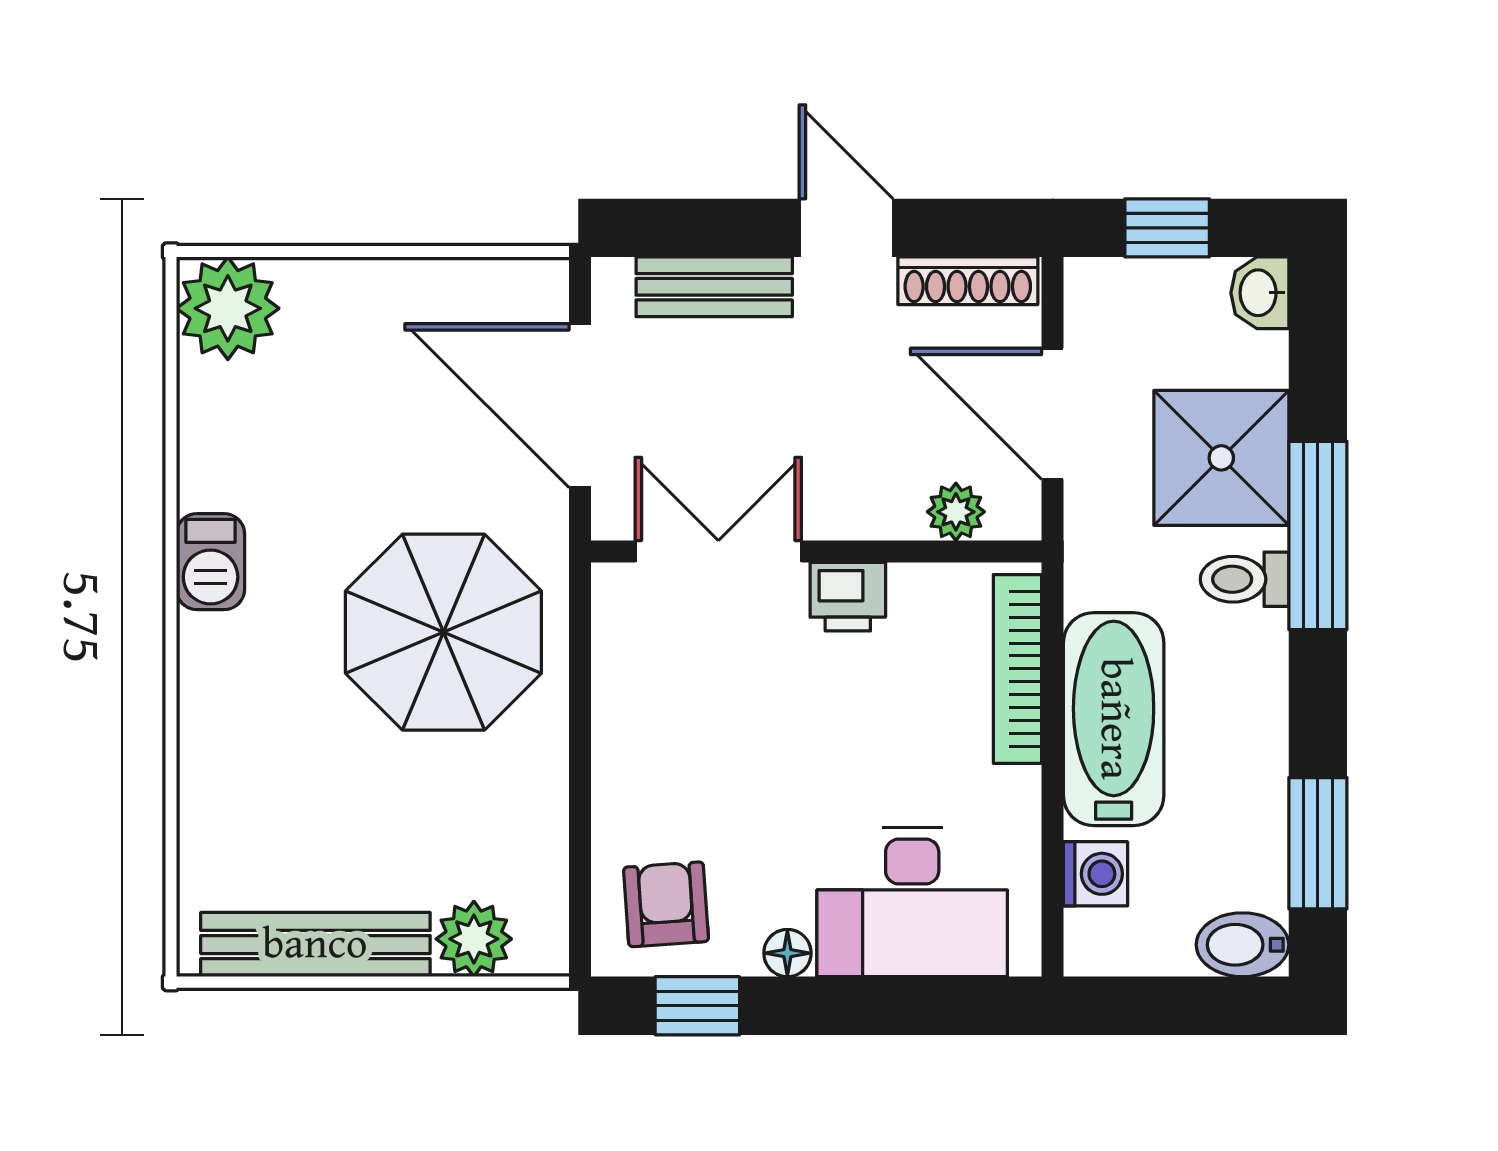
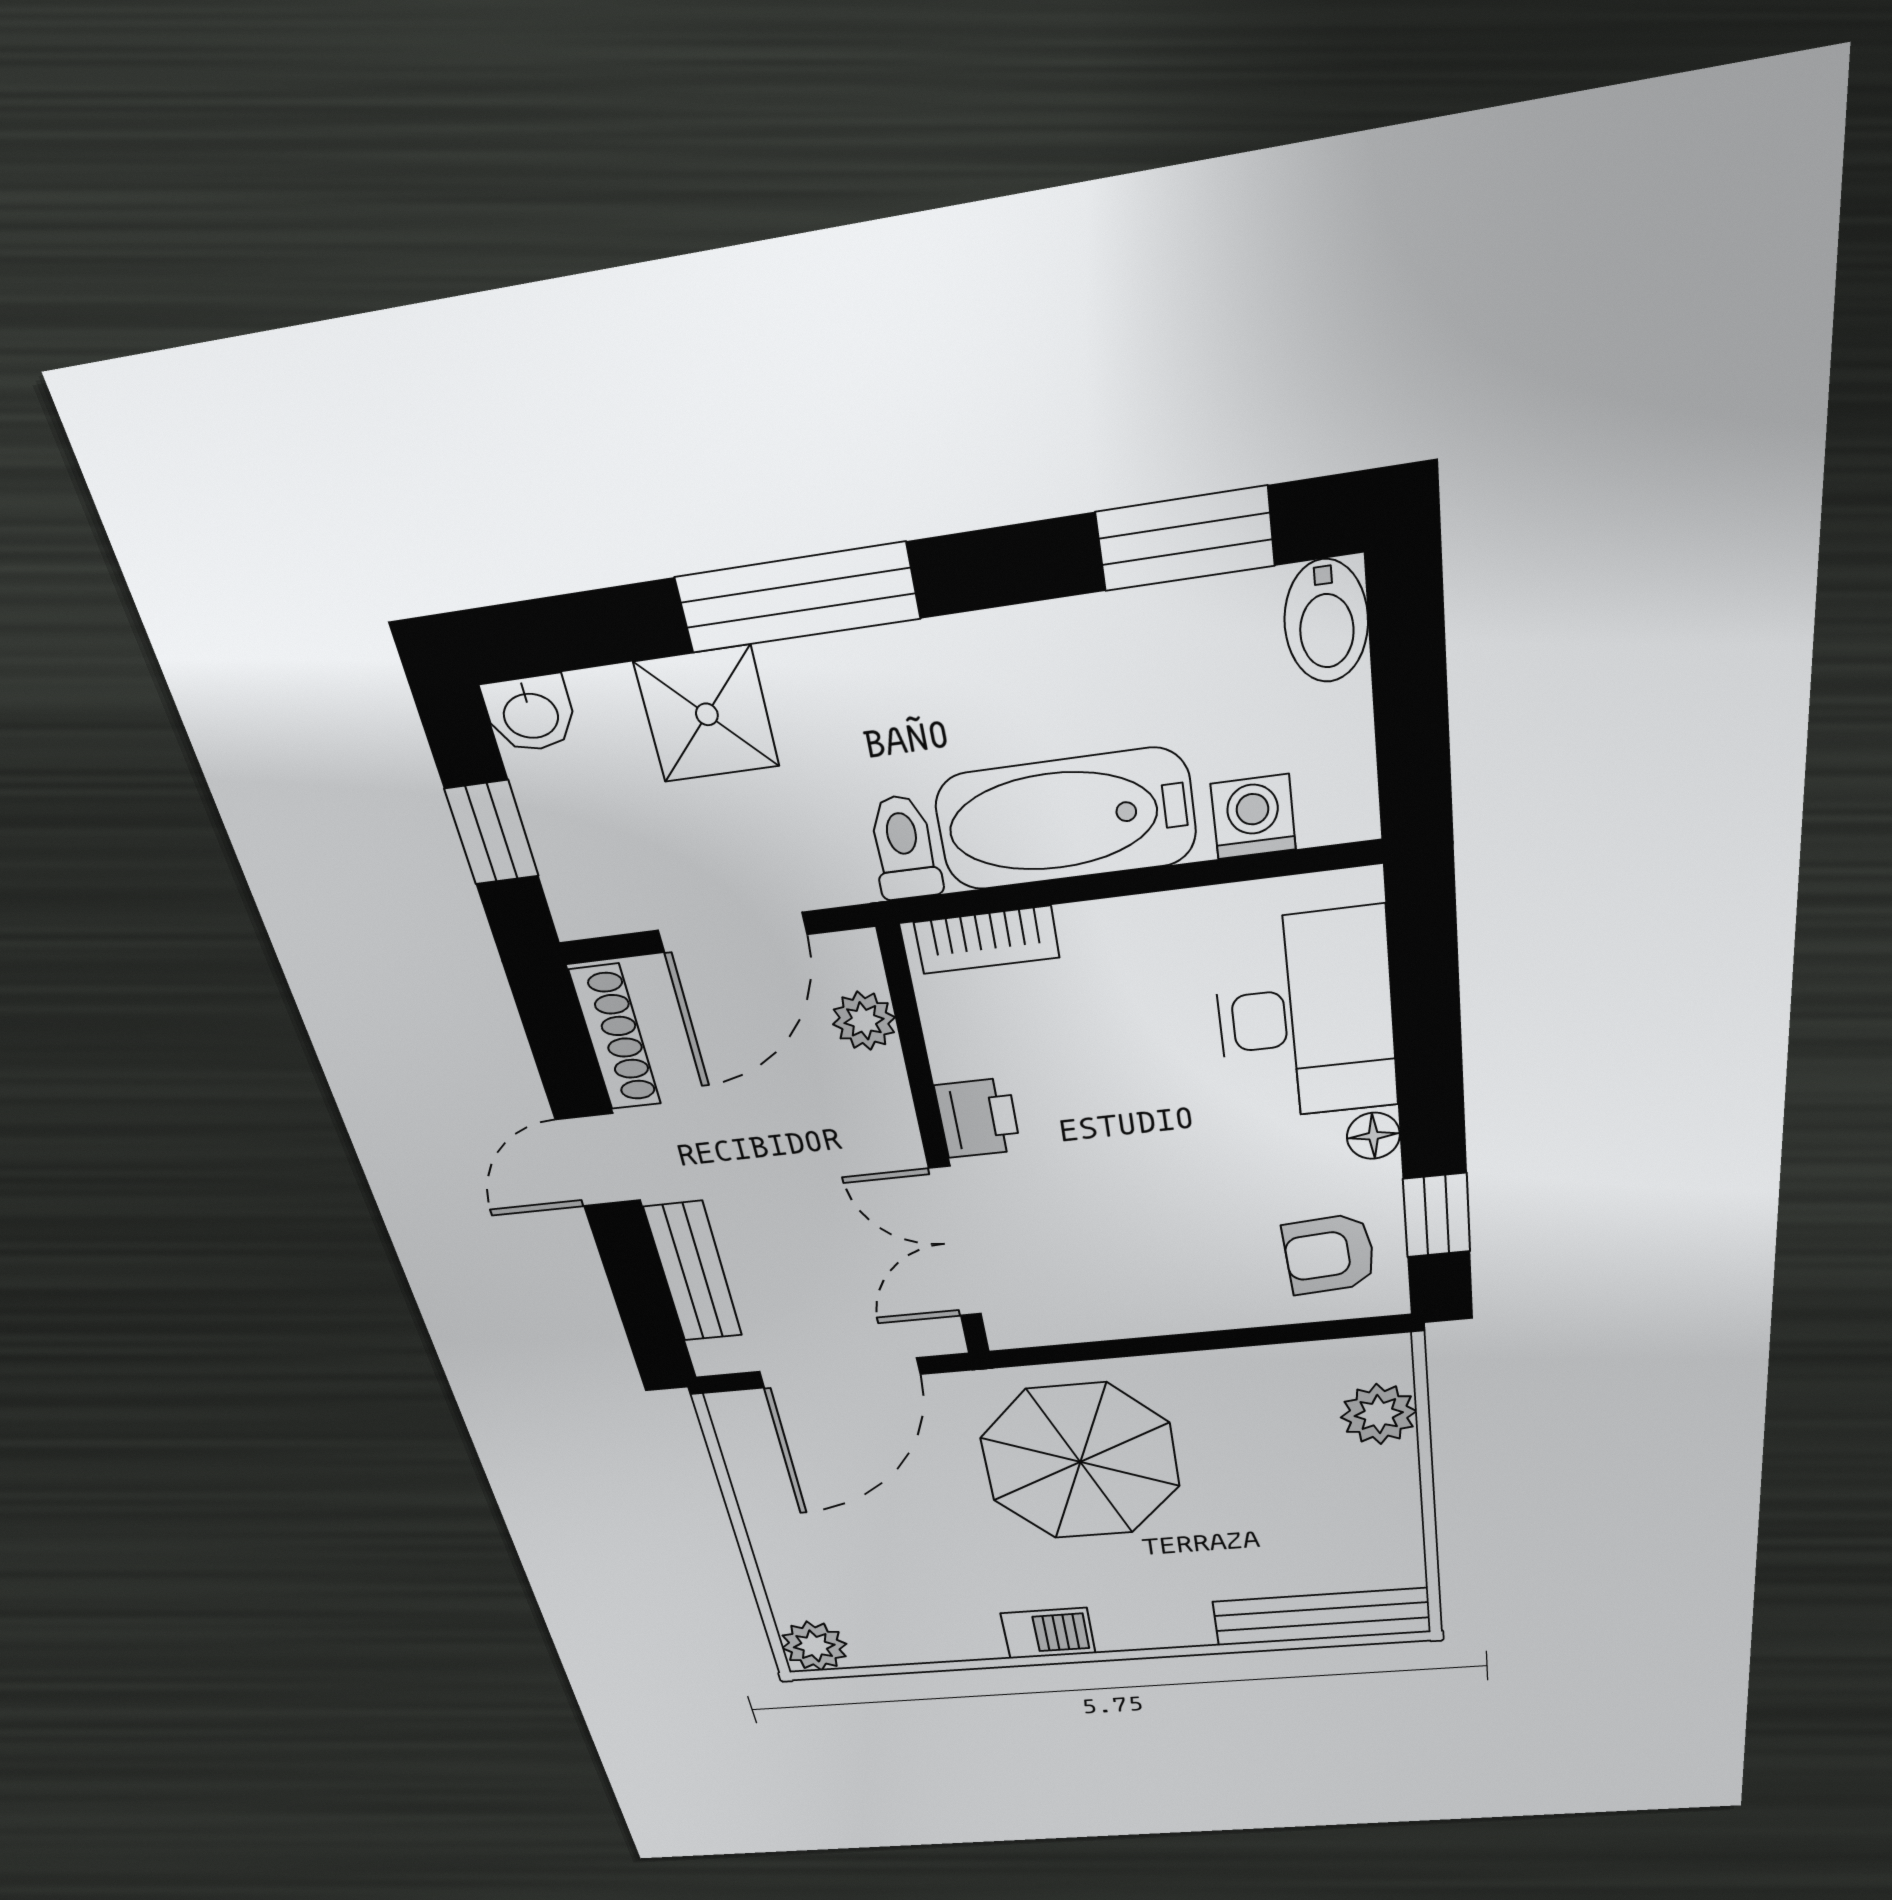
plant: (228, 308) -> (814, 1646), width x0.73, depth x0.73
shower: (1221, 458) -> (707, 714), width x0.73, depth x0.73
toilet: (1245, 579) -> (904, 848), moved, turned 180
bookcase: (1017, 669) -> (987, 940), width x0.64
bench: (315, 945) -> (1322, 1617), moved, turned 90

